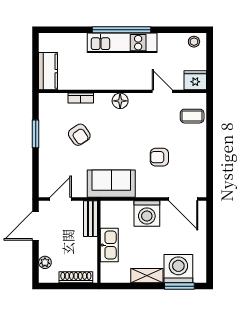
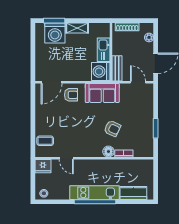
kitchen counter: (48, 71) -> (133, 193), moved, turned 90
floor lamp: (120, 101) -> (108, 152), moved
armchair: (79, 135) -> (112, 128), moved, turned 149
armchair: (159, 157) -> (71, 95), moved
door: (61, 199) -> (138, 82), swing flipped
door: (183, 199) -> (51, 82), swing flipped
washing machine: (147, 213) -> (101, 72), moved, turned -90

